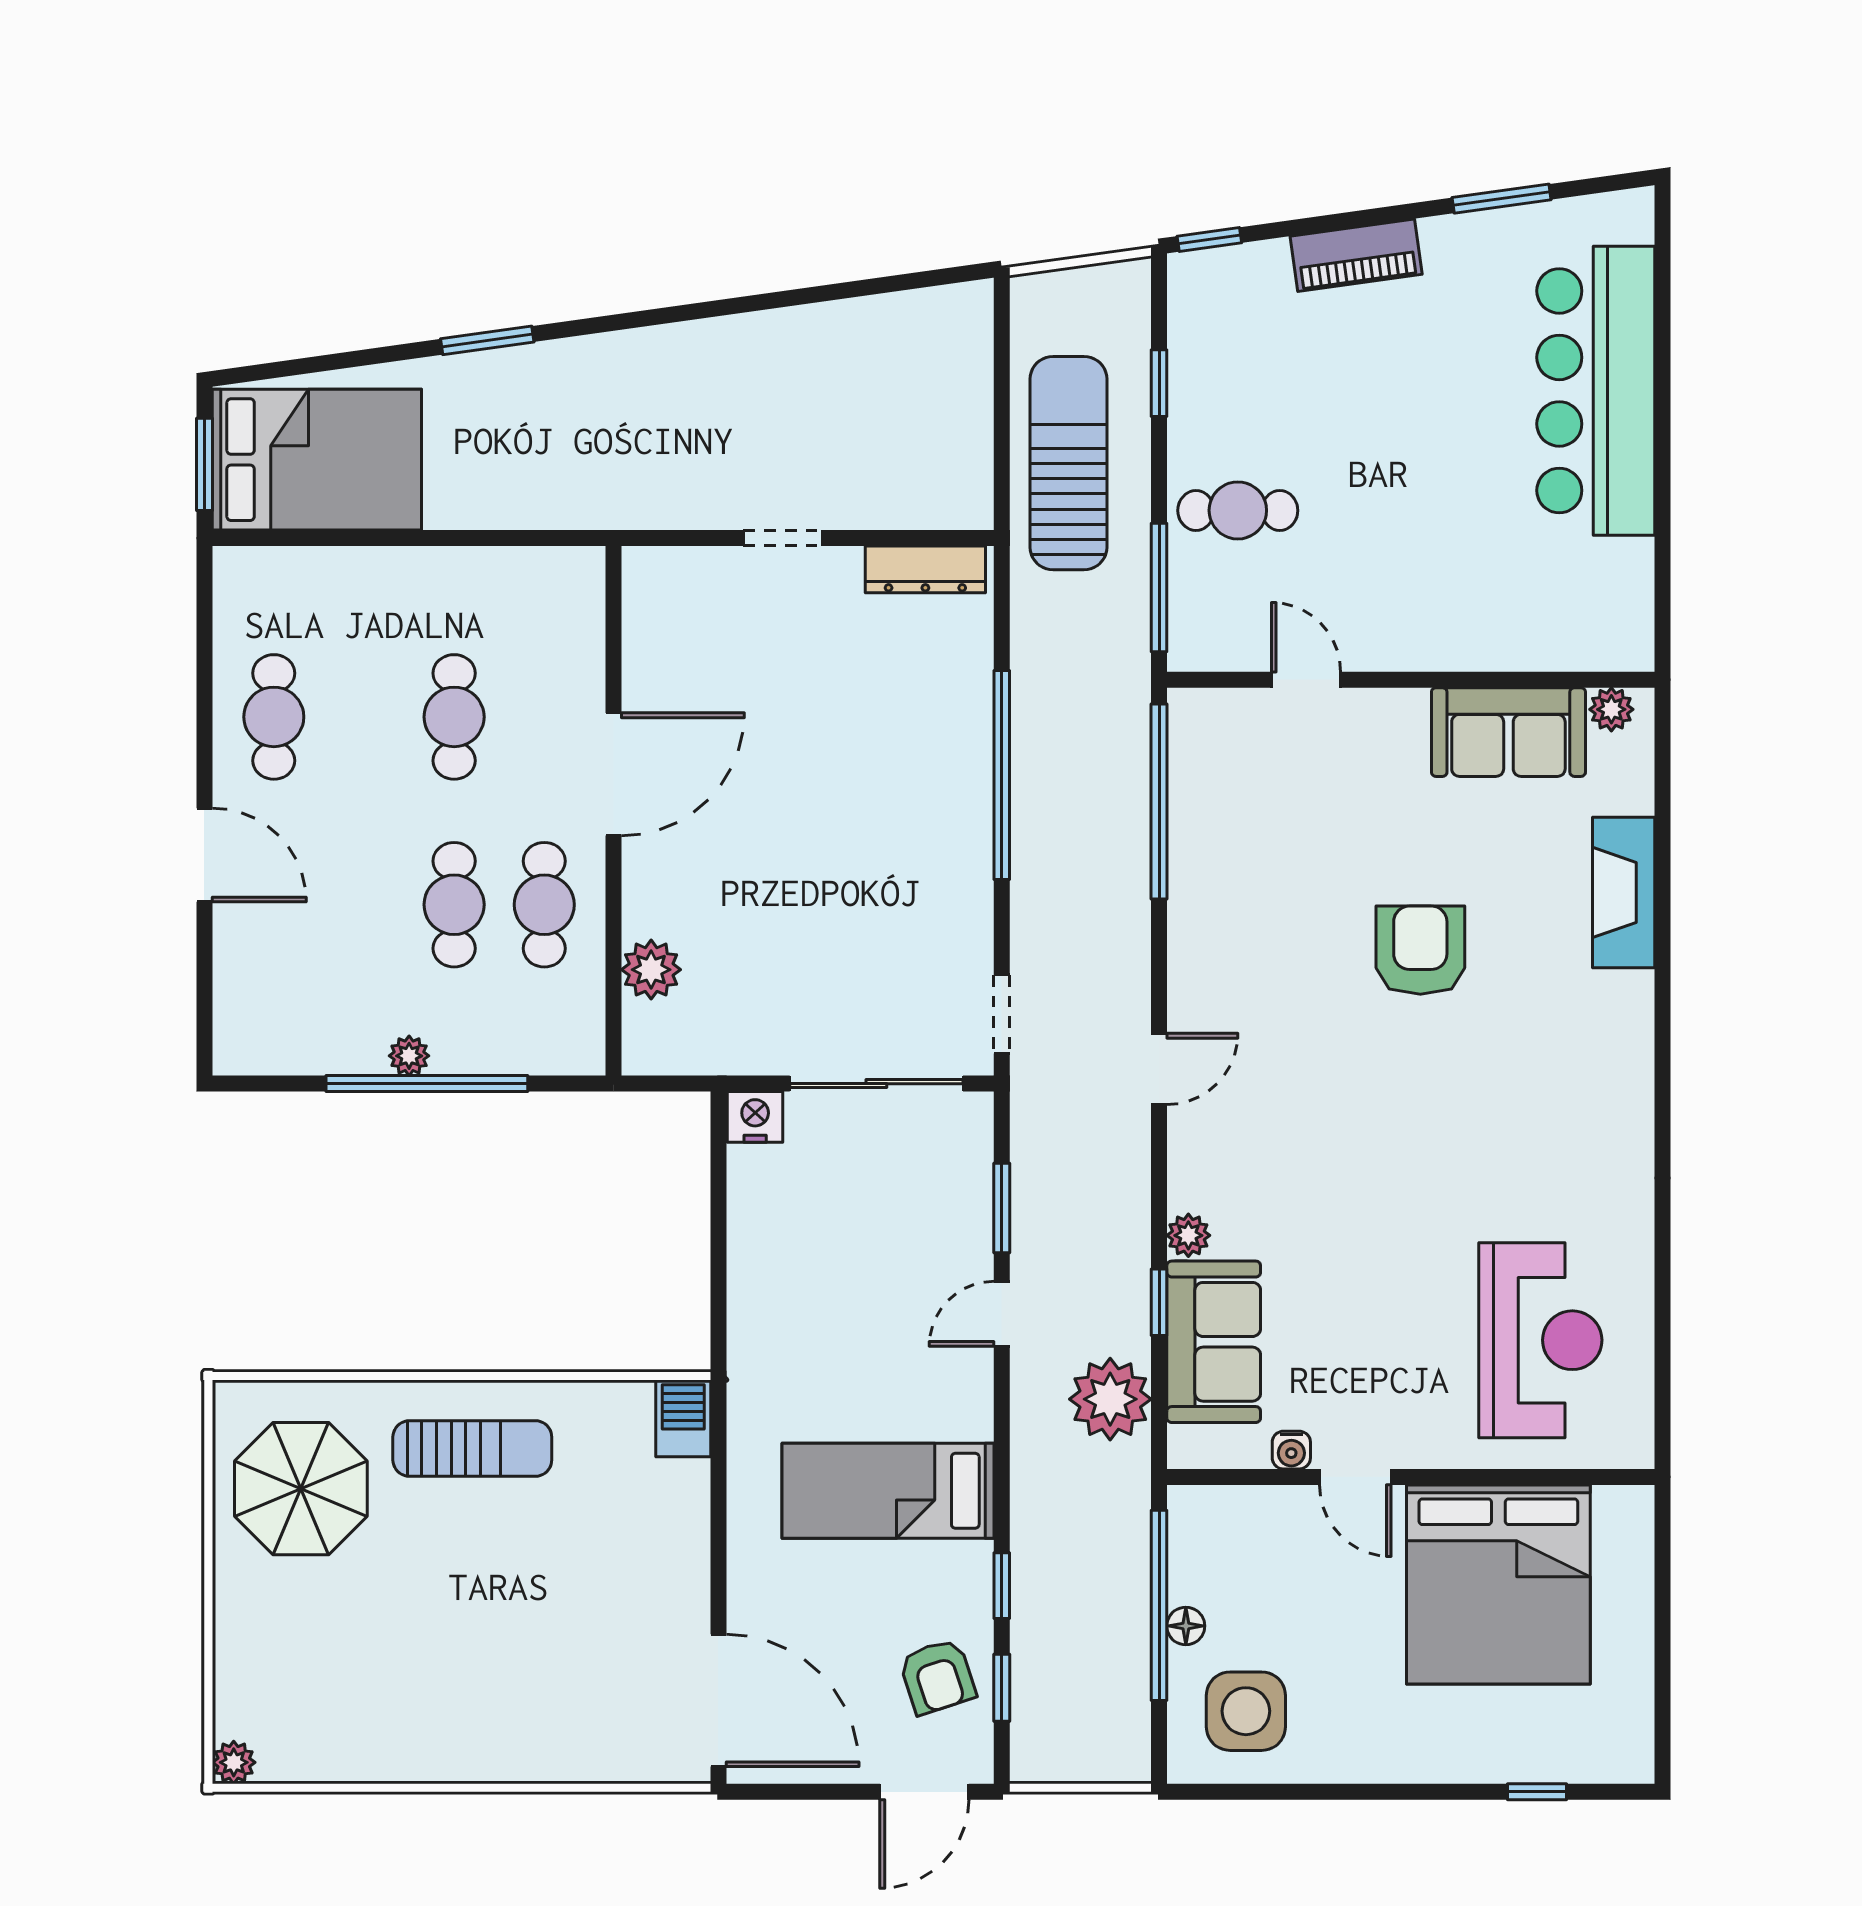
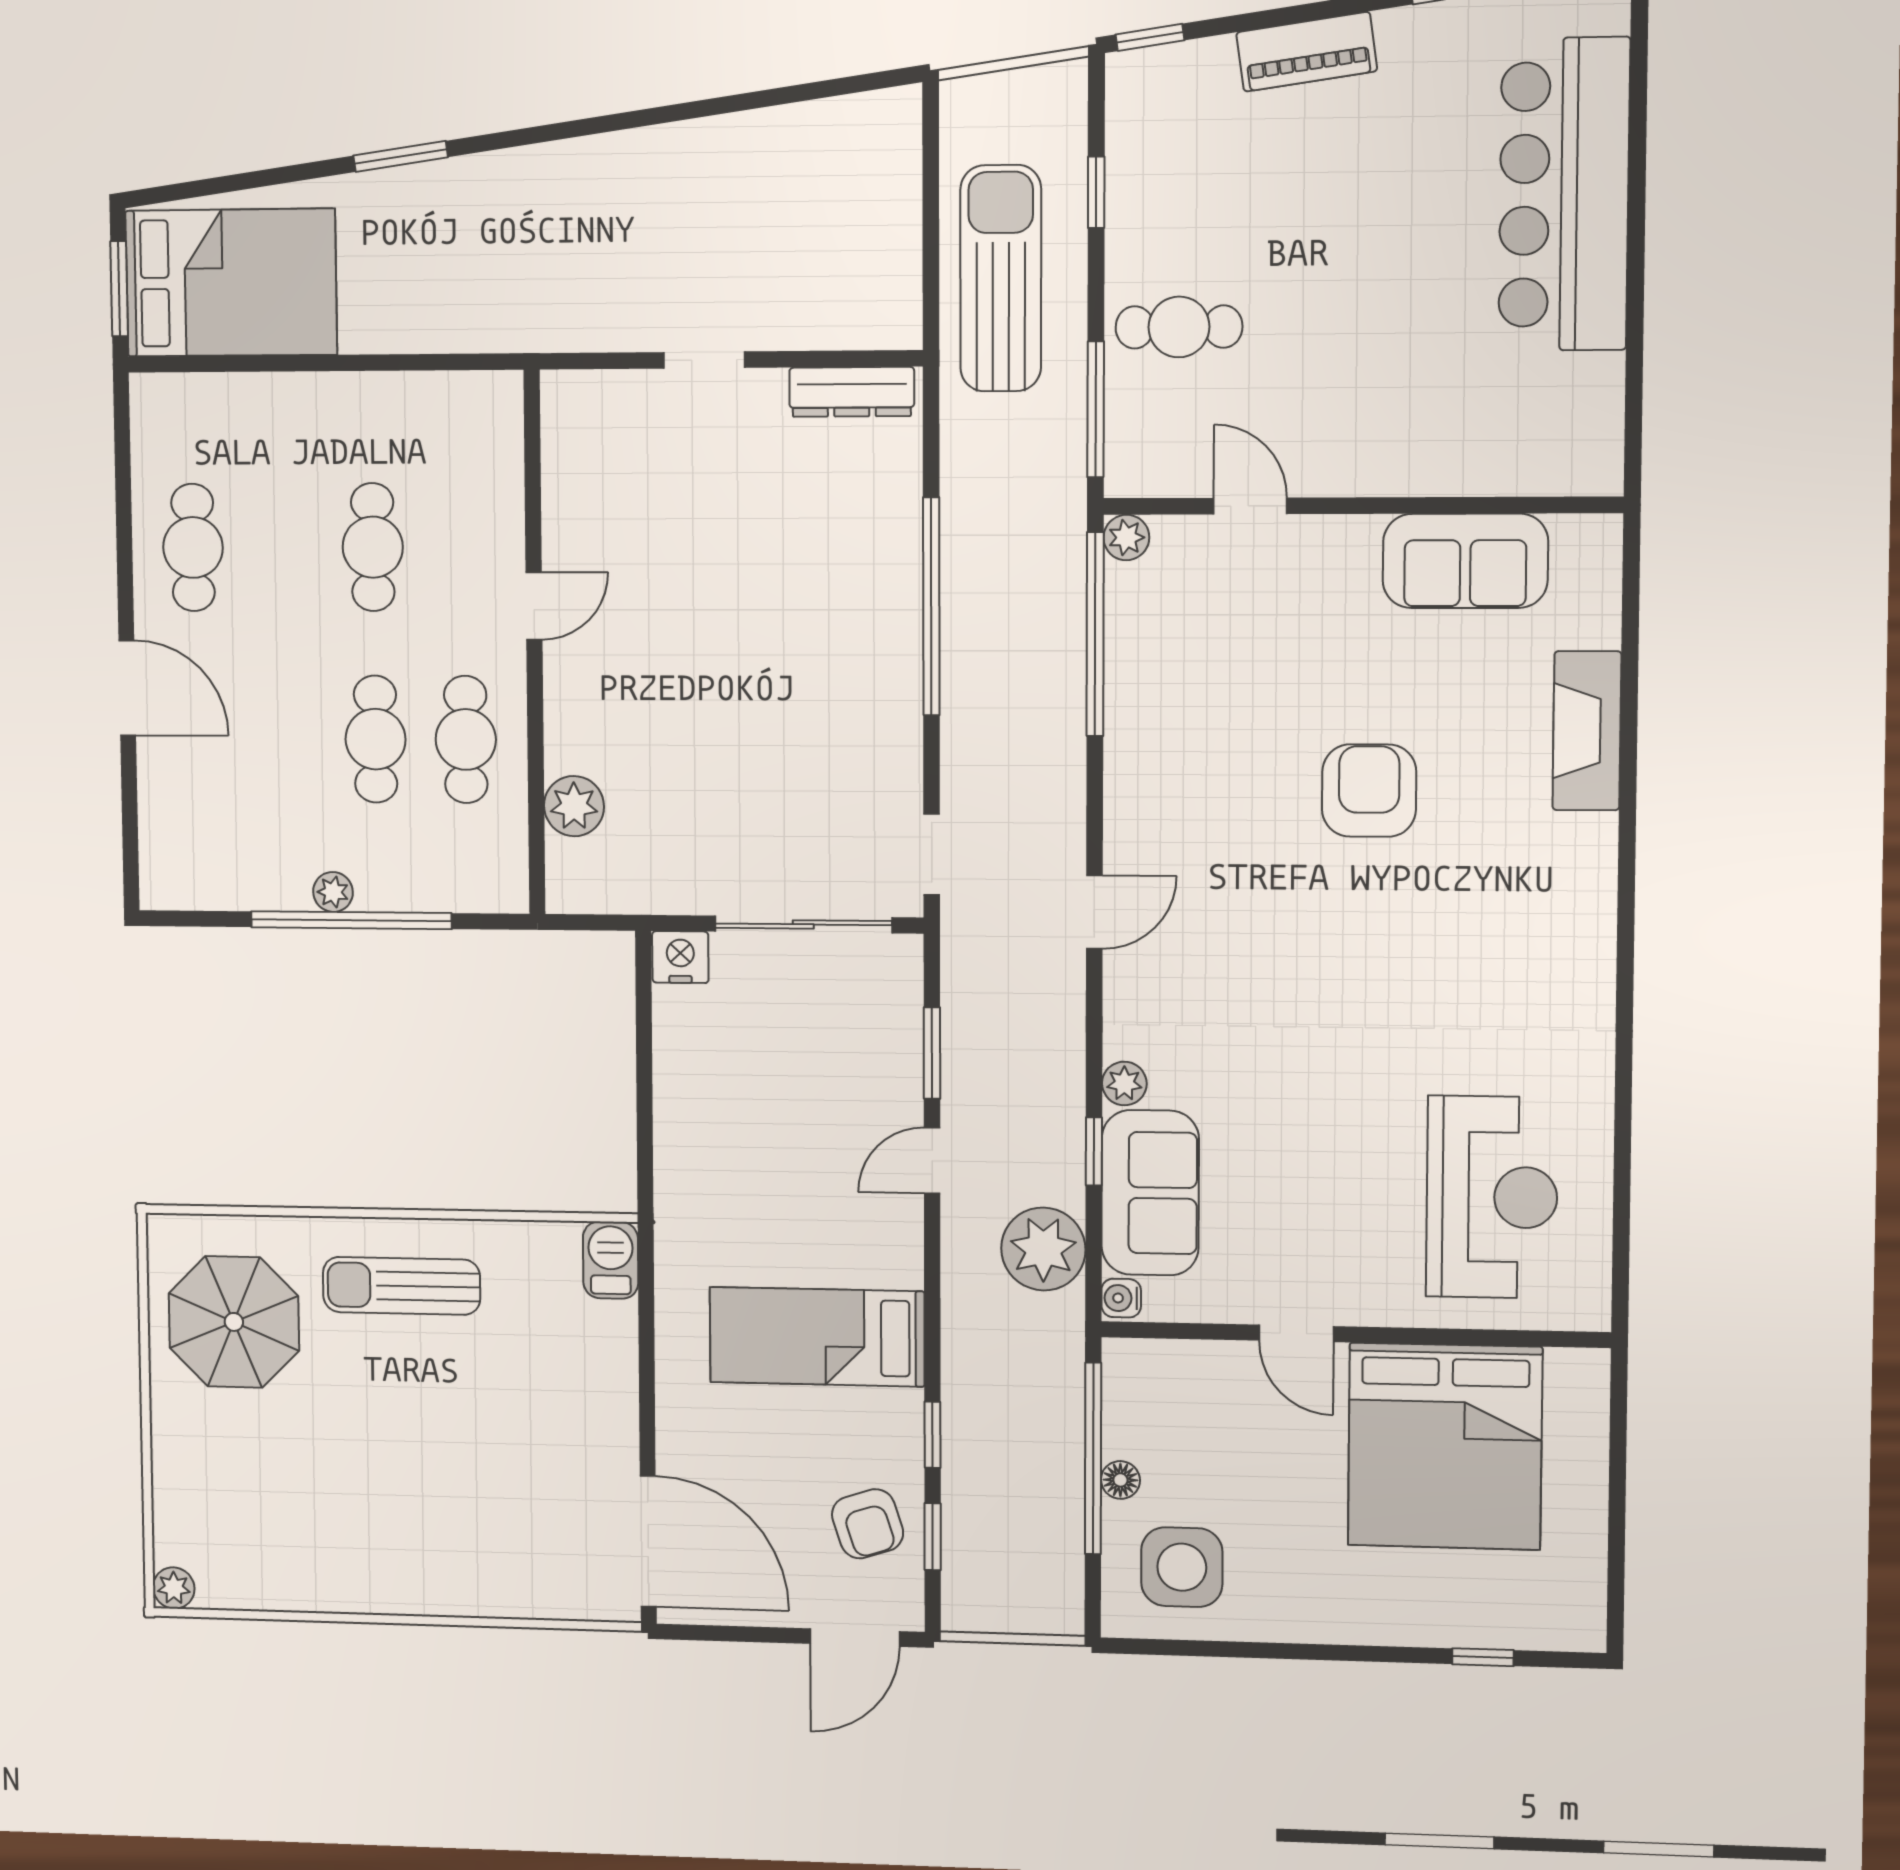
plant: (1611, 709) -> (1126, 538), moved
door: (614, 774) -> (534, 606), width x0.53
sun lounger: (472, 1449) -> (401, 1286), turned 180
water cooler: (1291, 1450) -> (1121, 1298), moved, turned 90

